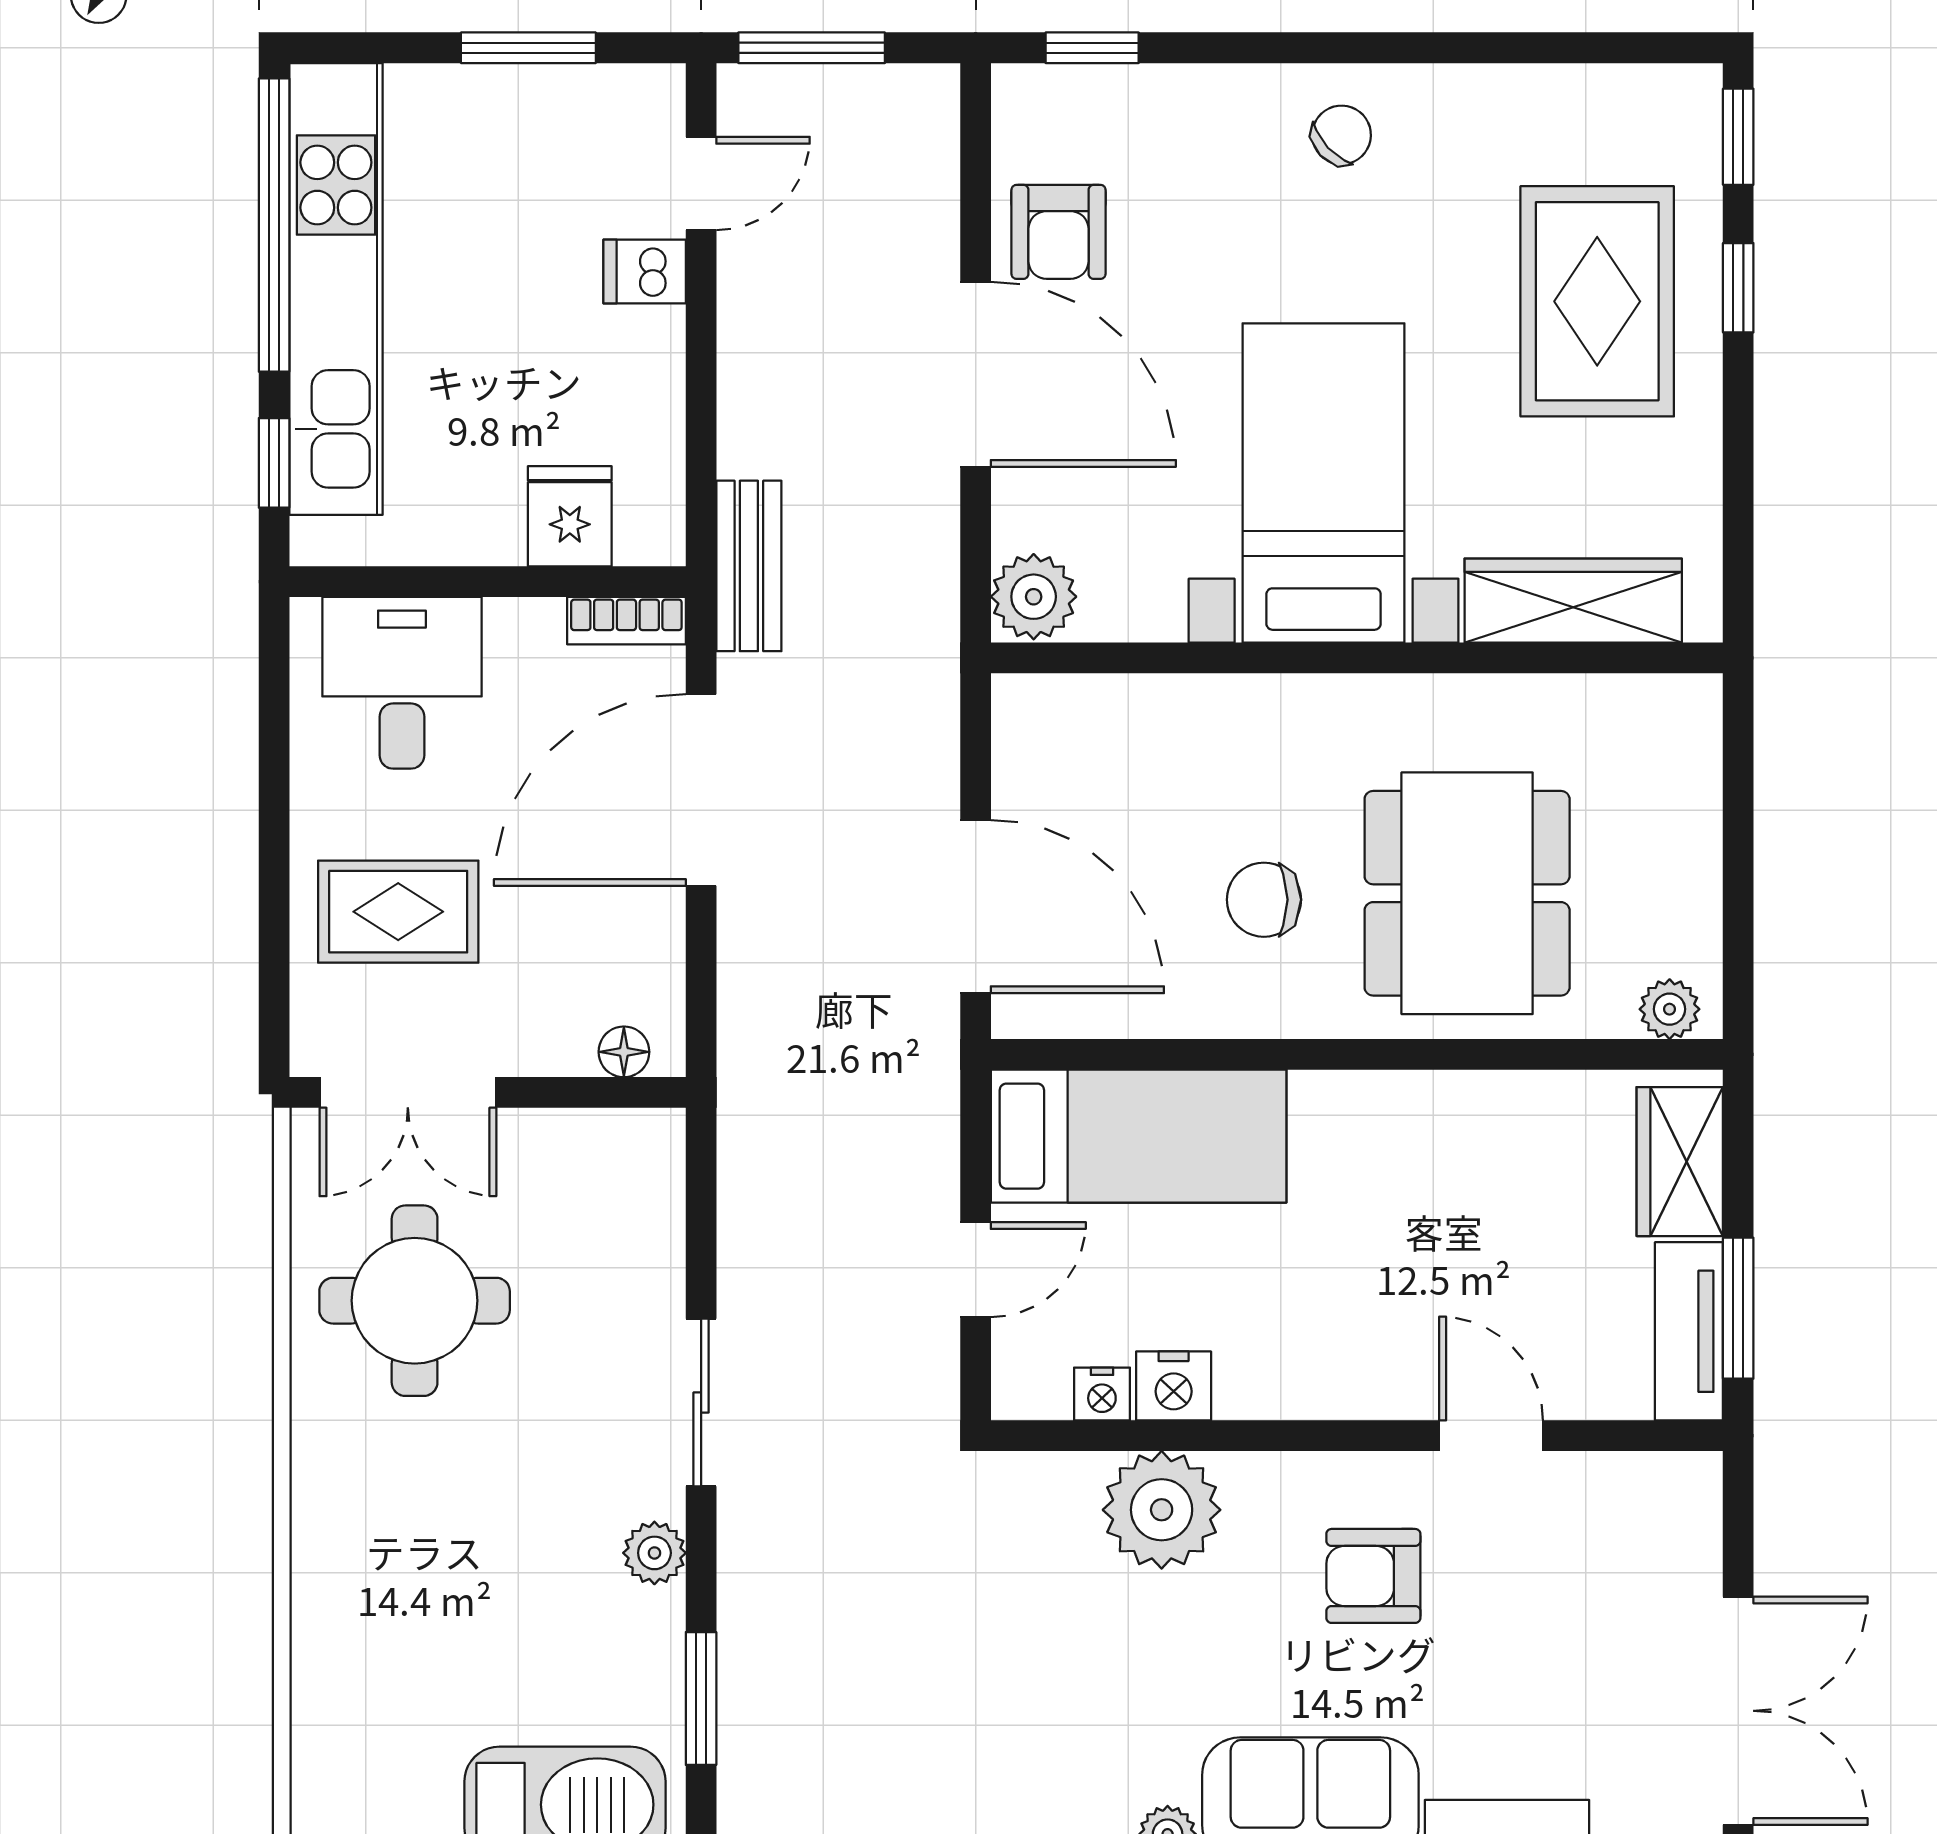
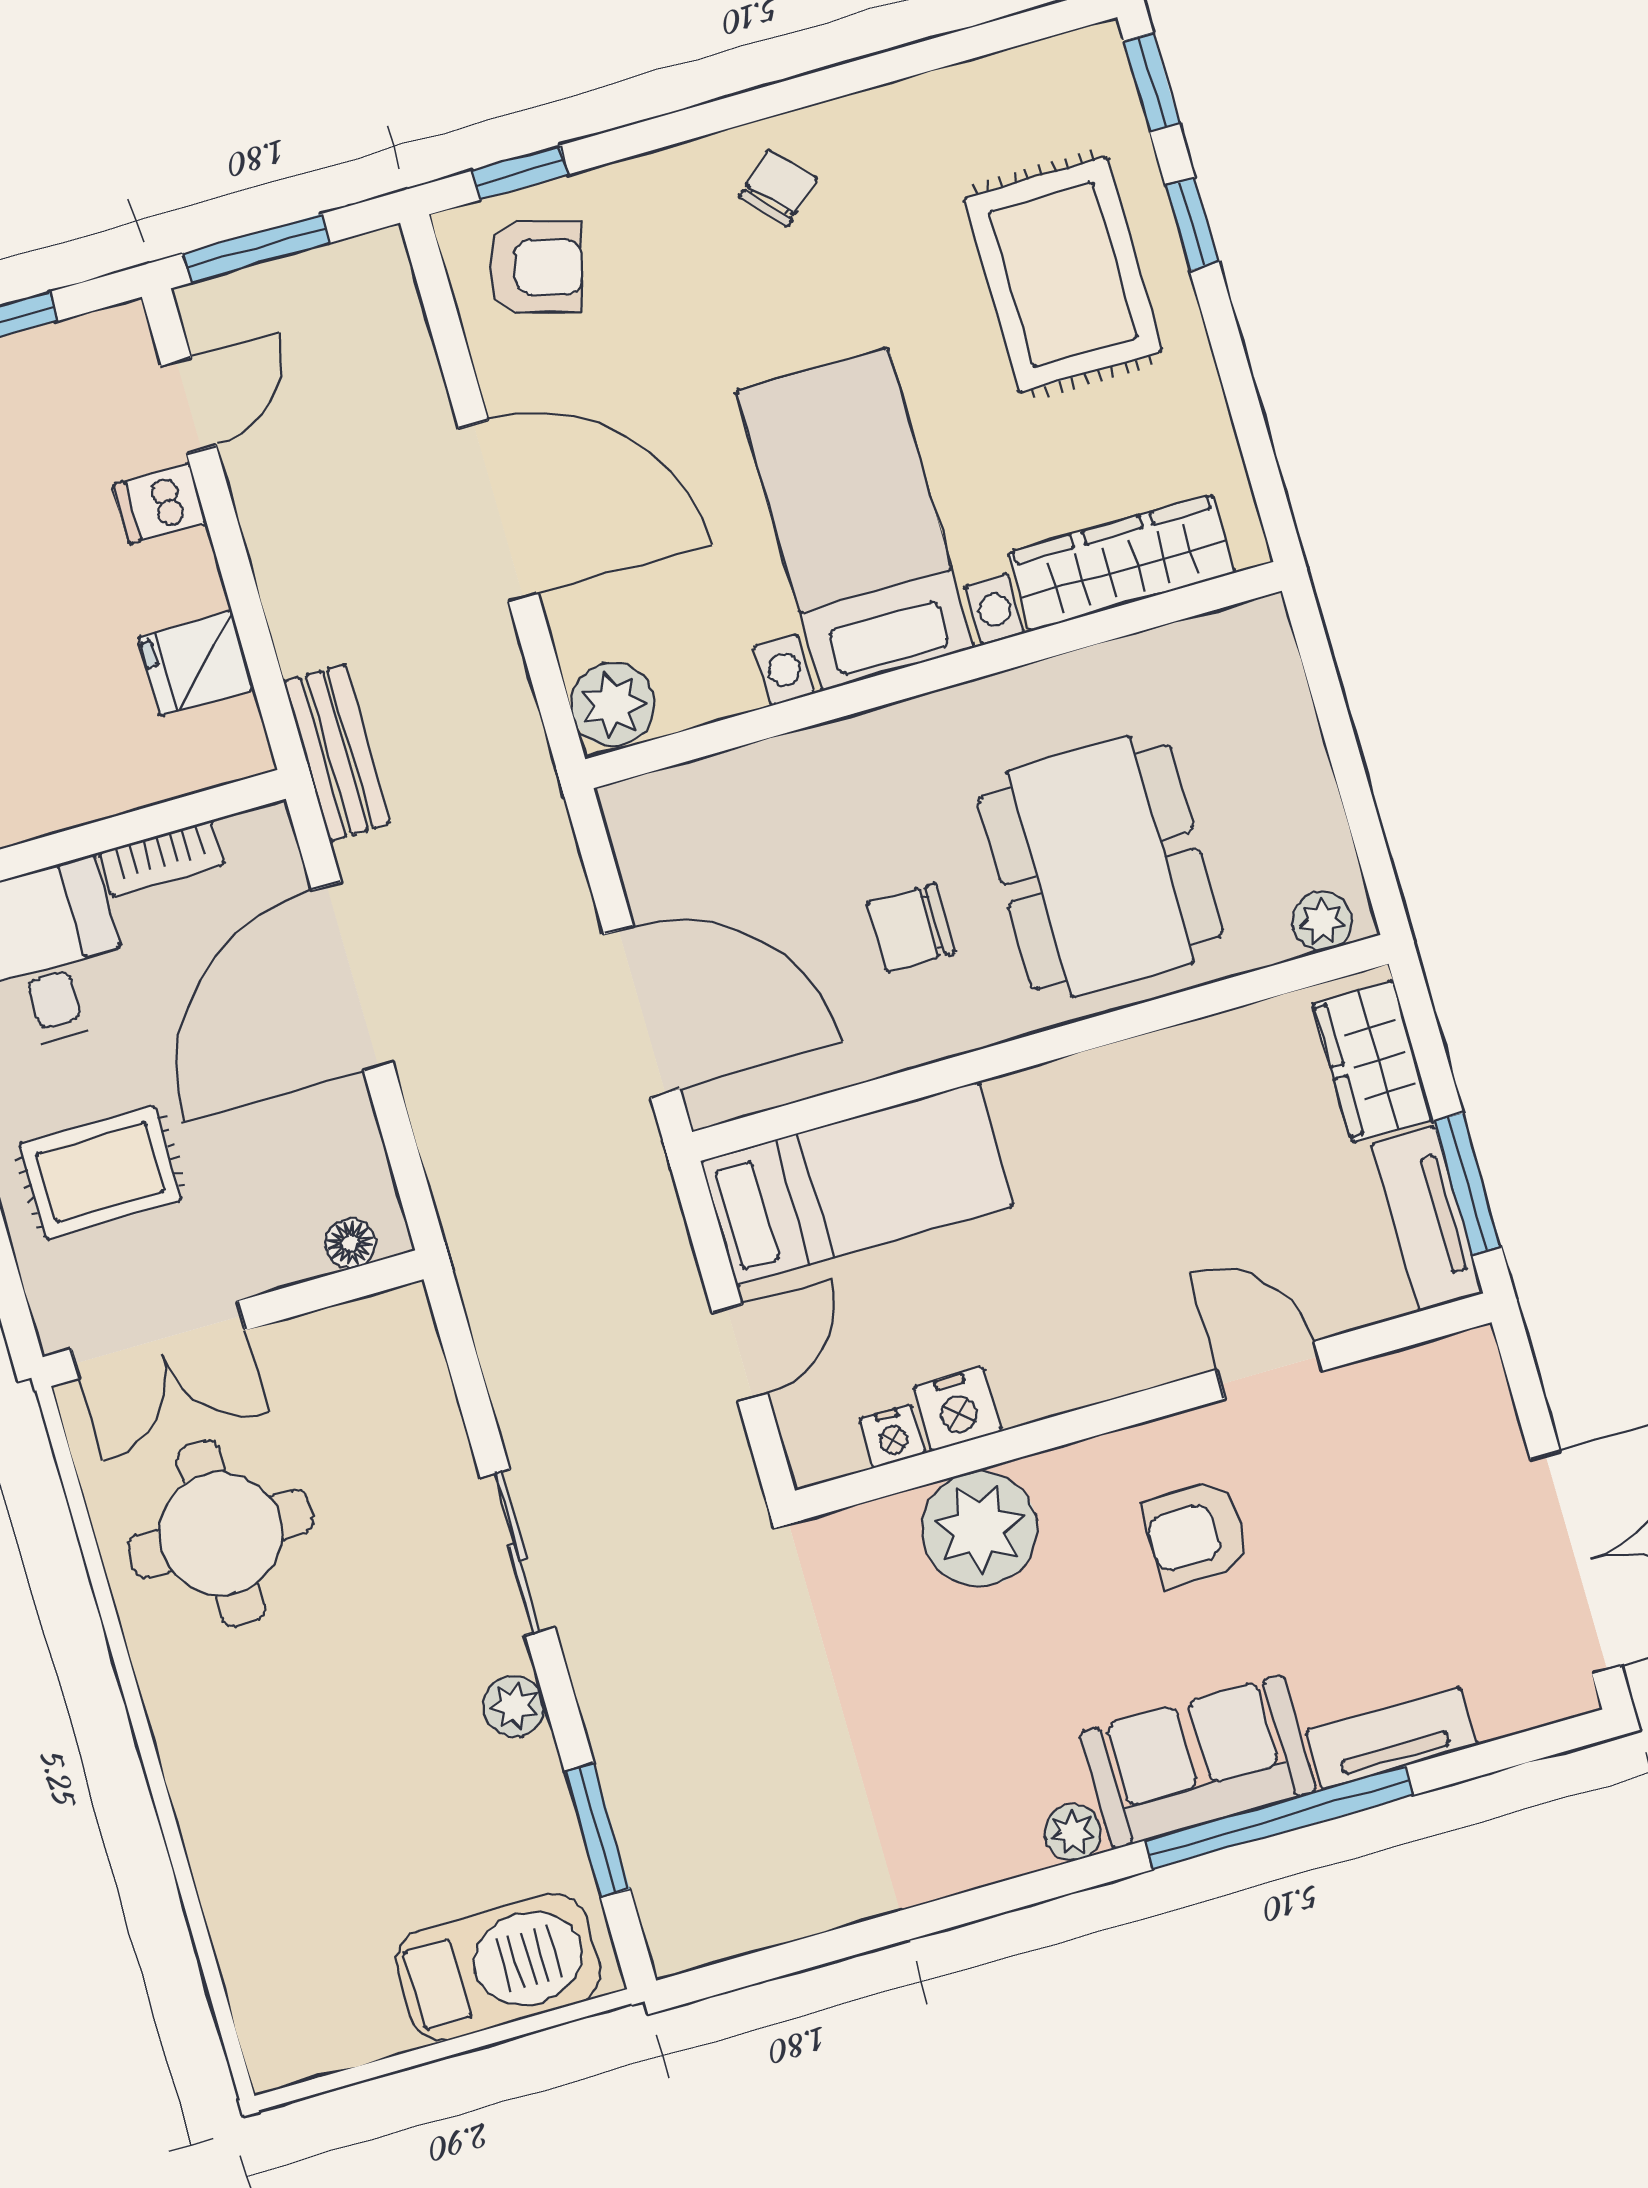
armchair: (1059, 232) -> (535, 267), moved, turned -74
fridge: (570, 516) -> (196, 663), moved, turned -90
bookcase: (626, 621) -> (162, 858), moved

